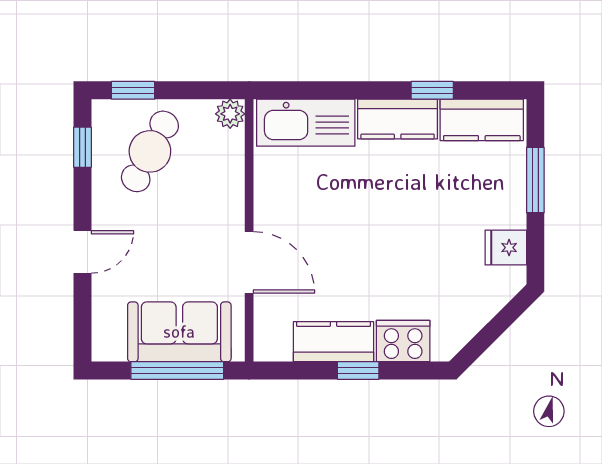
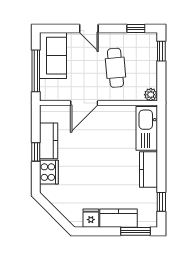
window: (432, 90) -> (161, 202), moved
kitchen counter: (482, 120) -> (119, 218), moved, turned 90
cafe table: (150, 151) -> (115, 68), moved, turned 57
window: (535, 180) -> (135, 231), moved
sofa: (179, 332) -> (53, 56), moved

